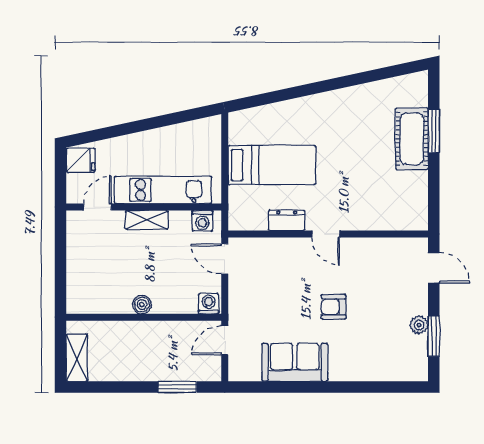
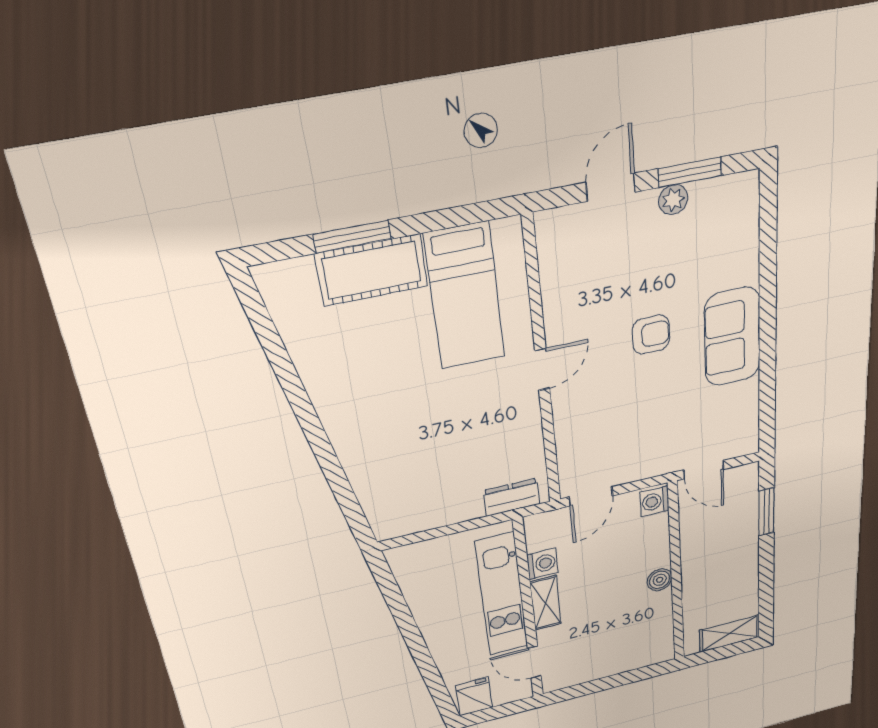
bed: (272, 165) -> (465, 296), moved, turned 180
dresser: (287, 220) -> (512, 497), moved, turned 90
washing machine: (202, 221) -> (542, 564), moved
door: (434, 268) -> (611, 187), moved
armchair: (334, 307) -> (651, 335), turned -90
sofa: (295, 362) -> (732, 337), moved

